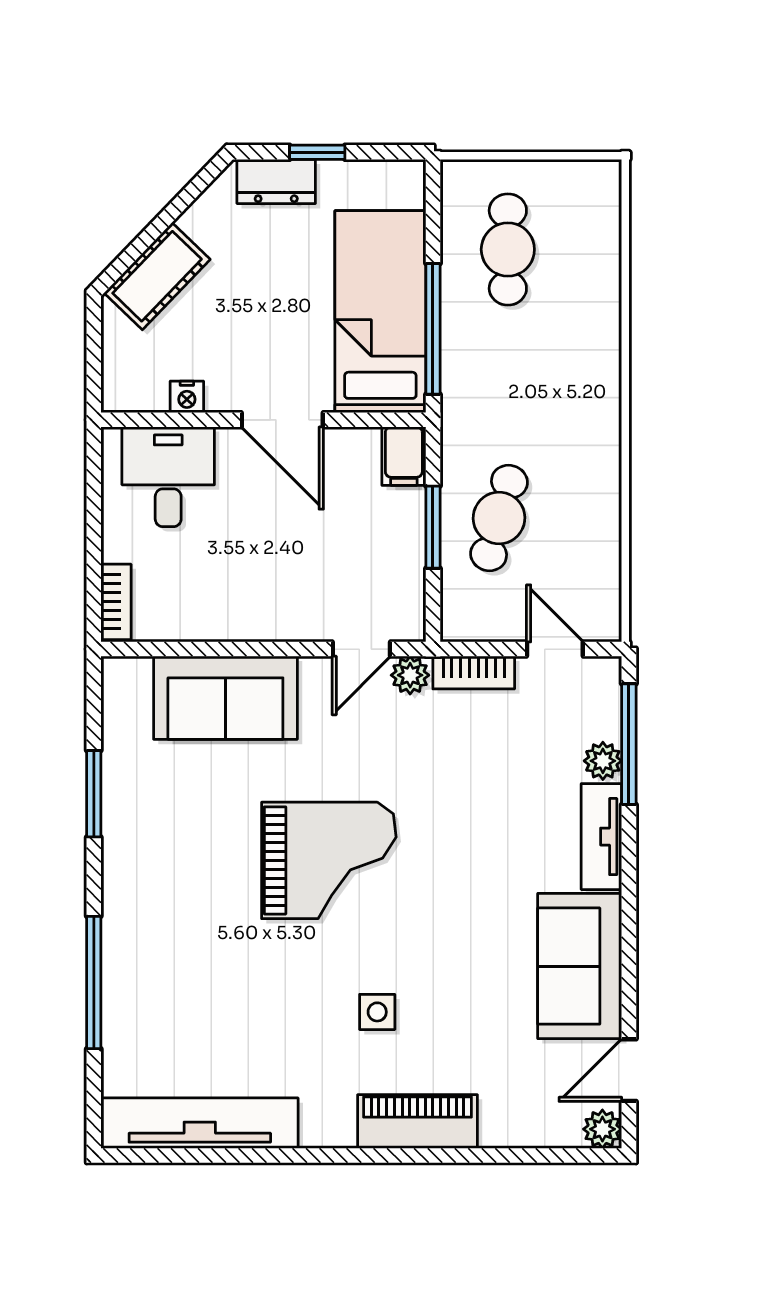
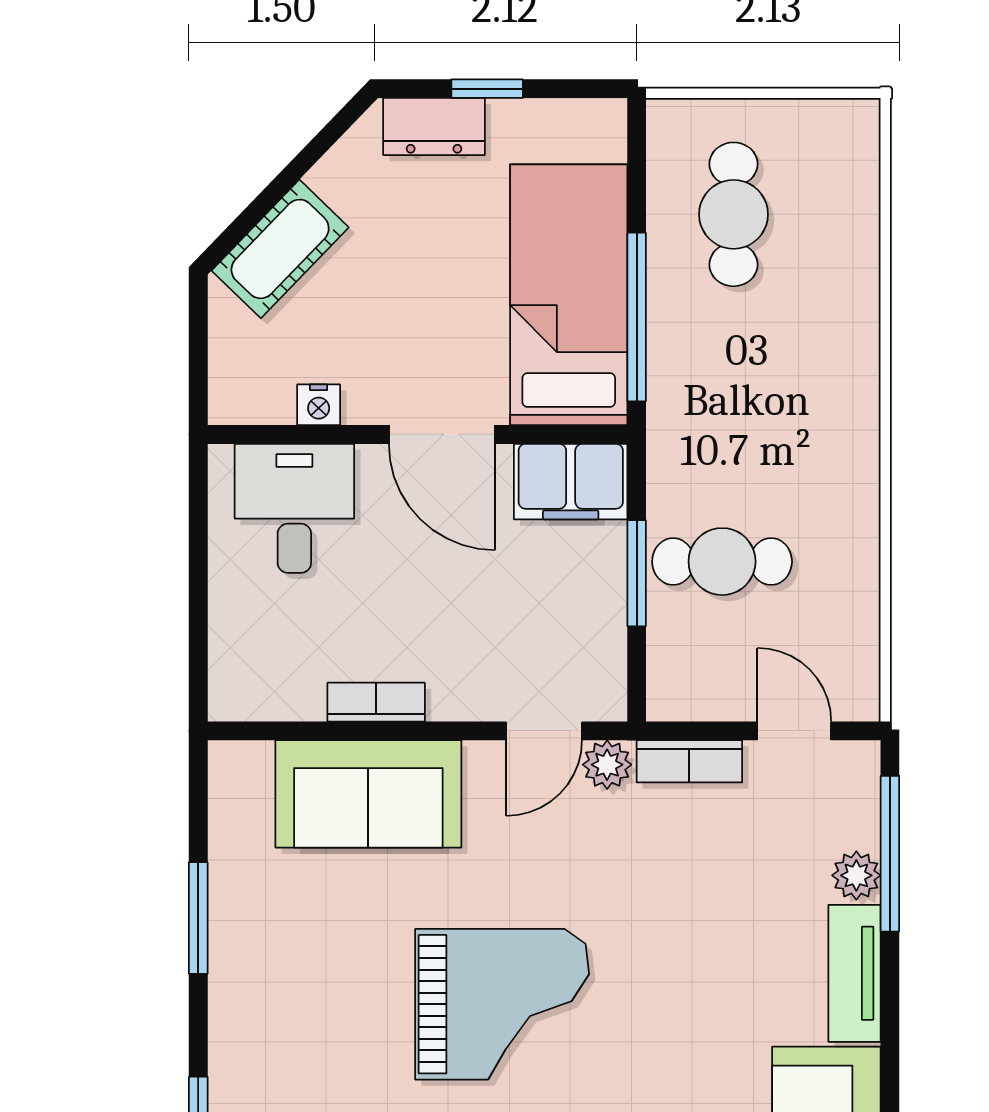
filing cabinet: (404, 456) -> (571, 482), width x2.00
cafe table: (499, 518) -> (722, 562), turned 74
bookcase: (116, 602) -> (376, 702), moved, turned -90

